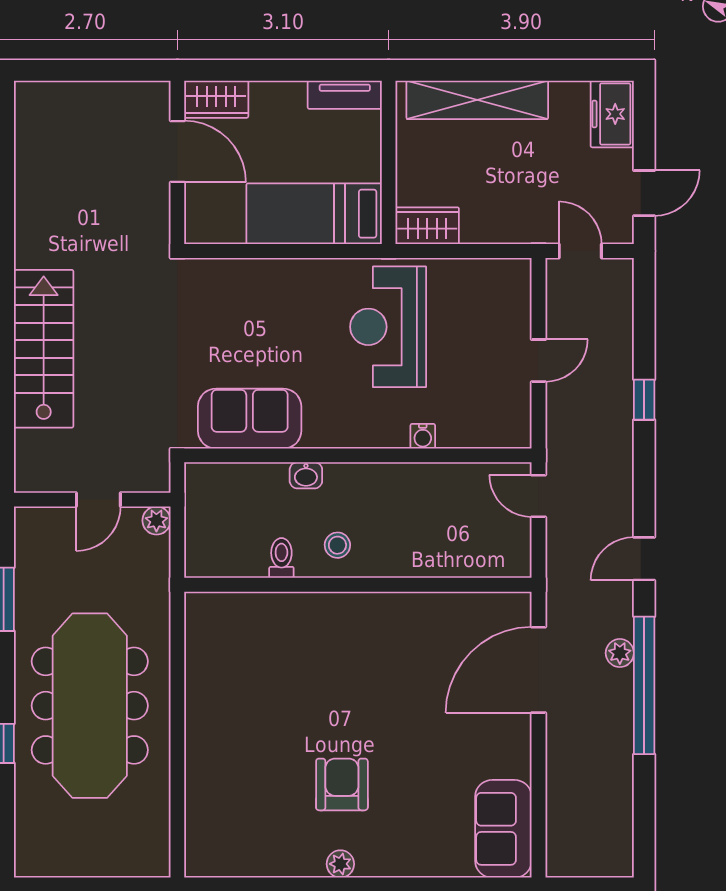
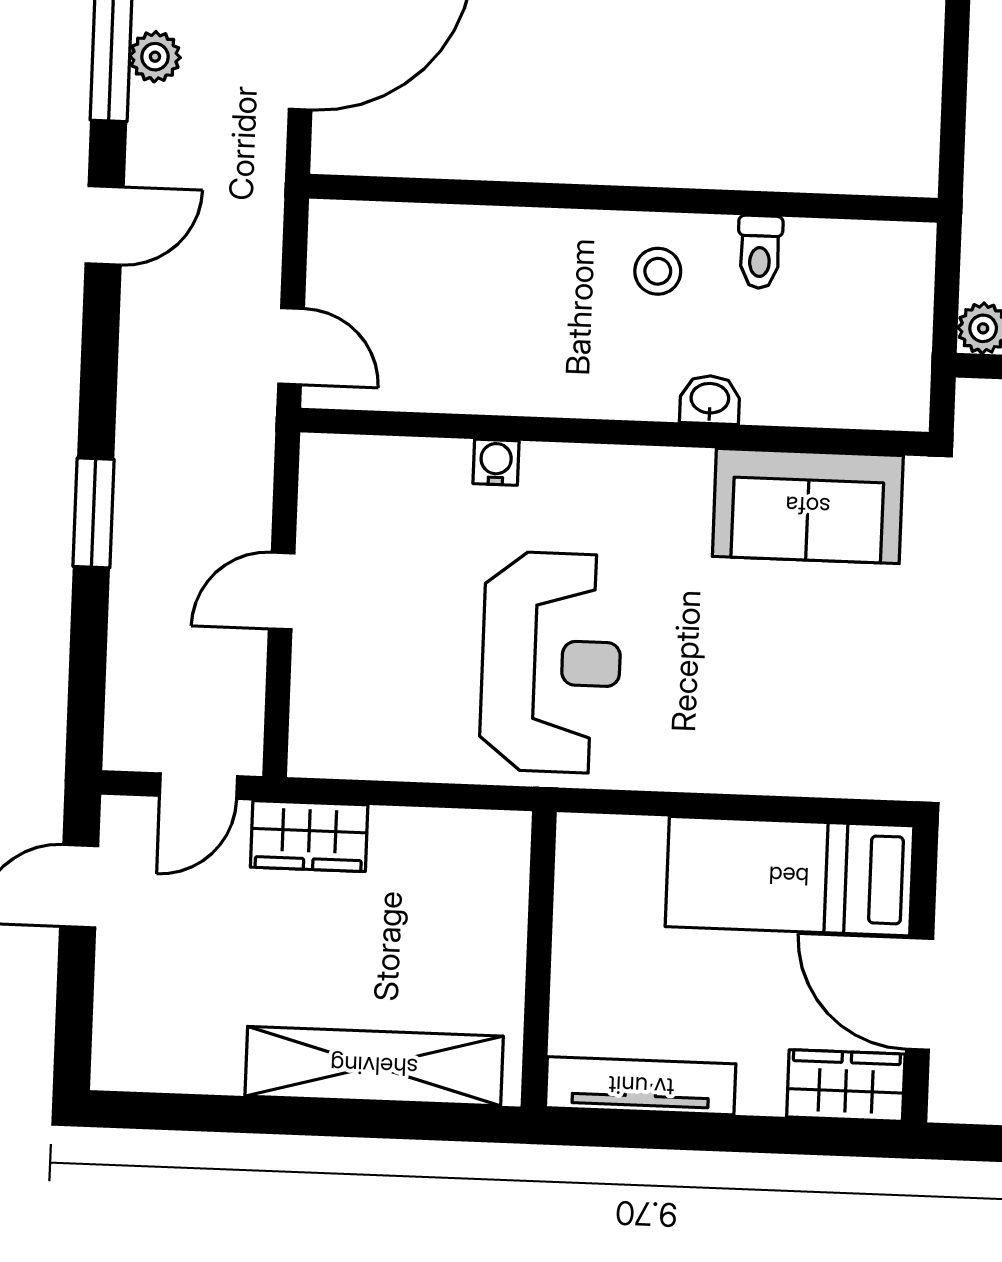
tv unit: (345, 95) -> (641, 1086), width x1.41
freezer: (612, 114) -> (131, 1031), removed
bed: (314, 214) -> (789, 876), moved, turned 180
wardrobe: (427, 226) -> (309, 836), moved
door: (580, 251) -> (199, 786), hinge flipped
window: (644, 400) -> (94, 513), width x1.50

